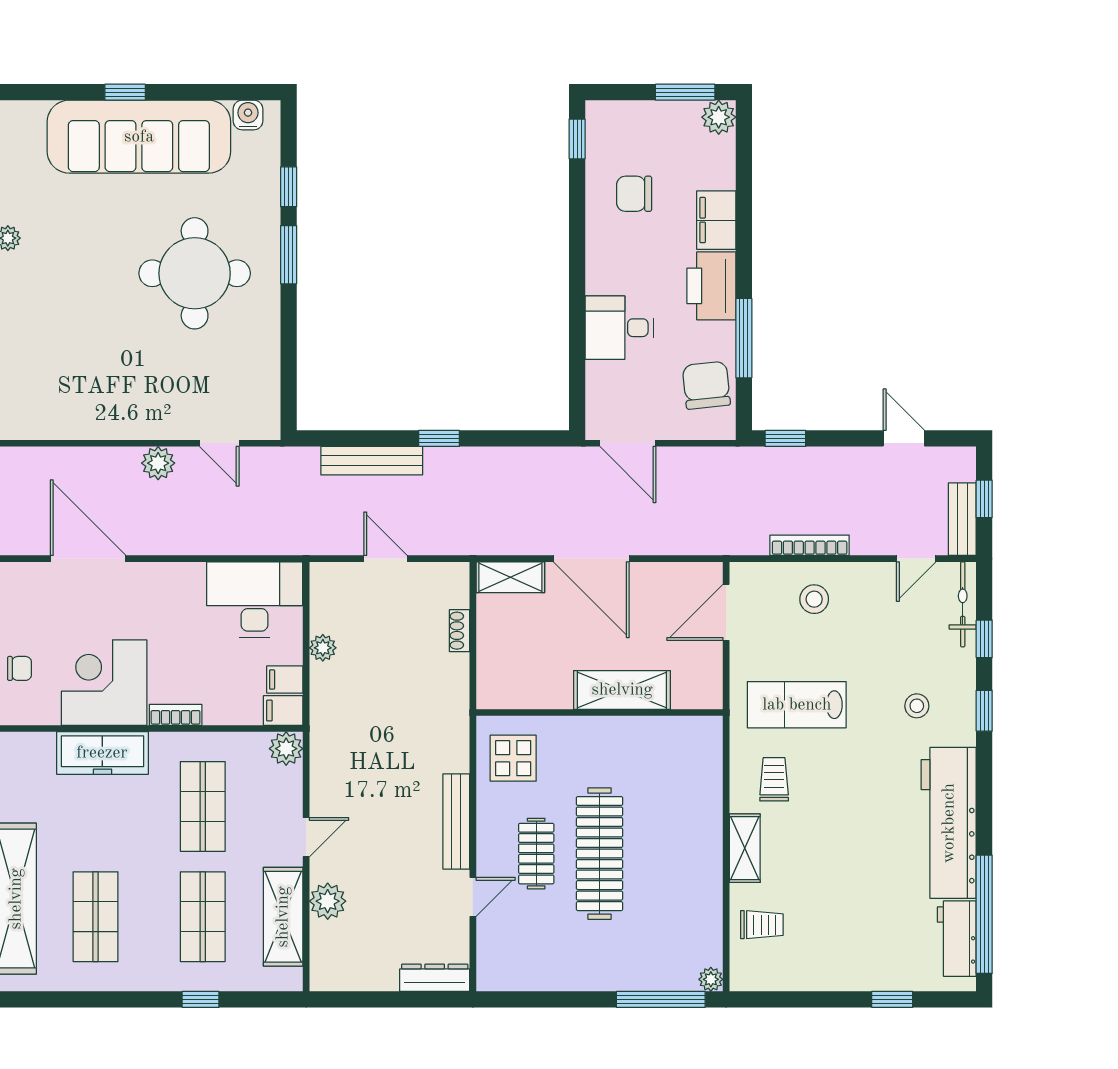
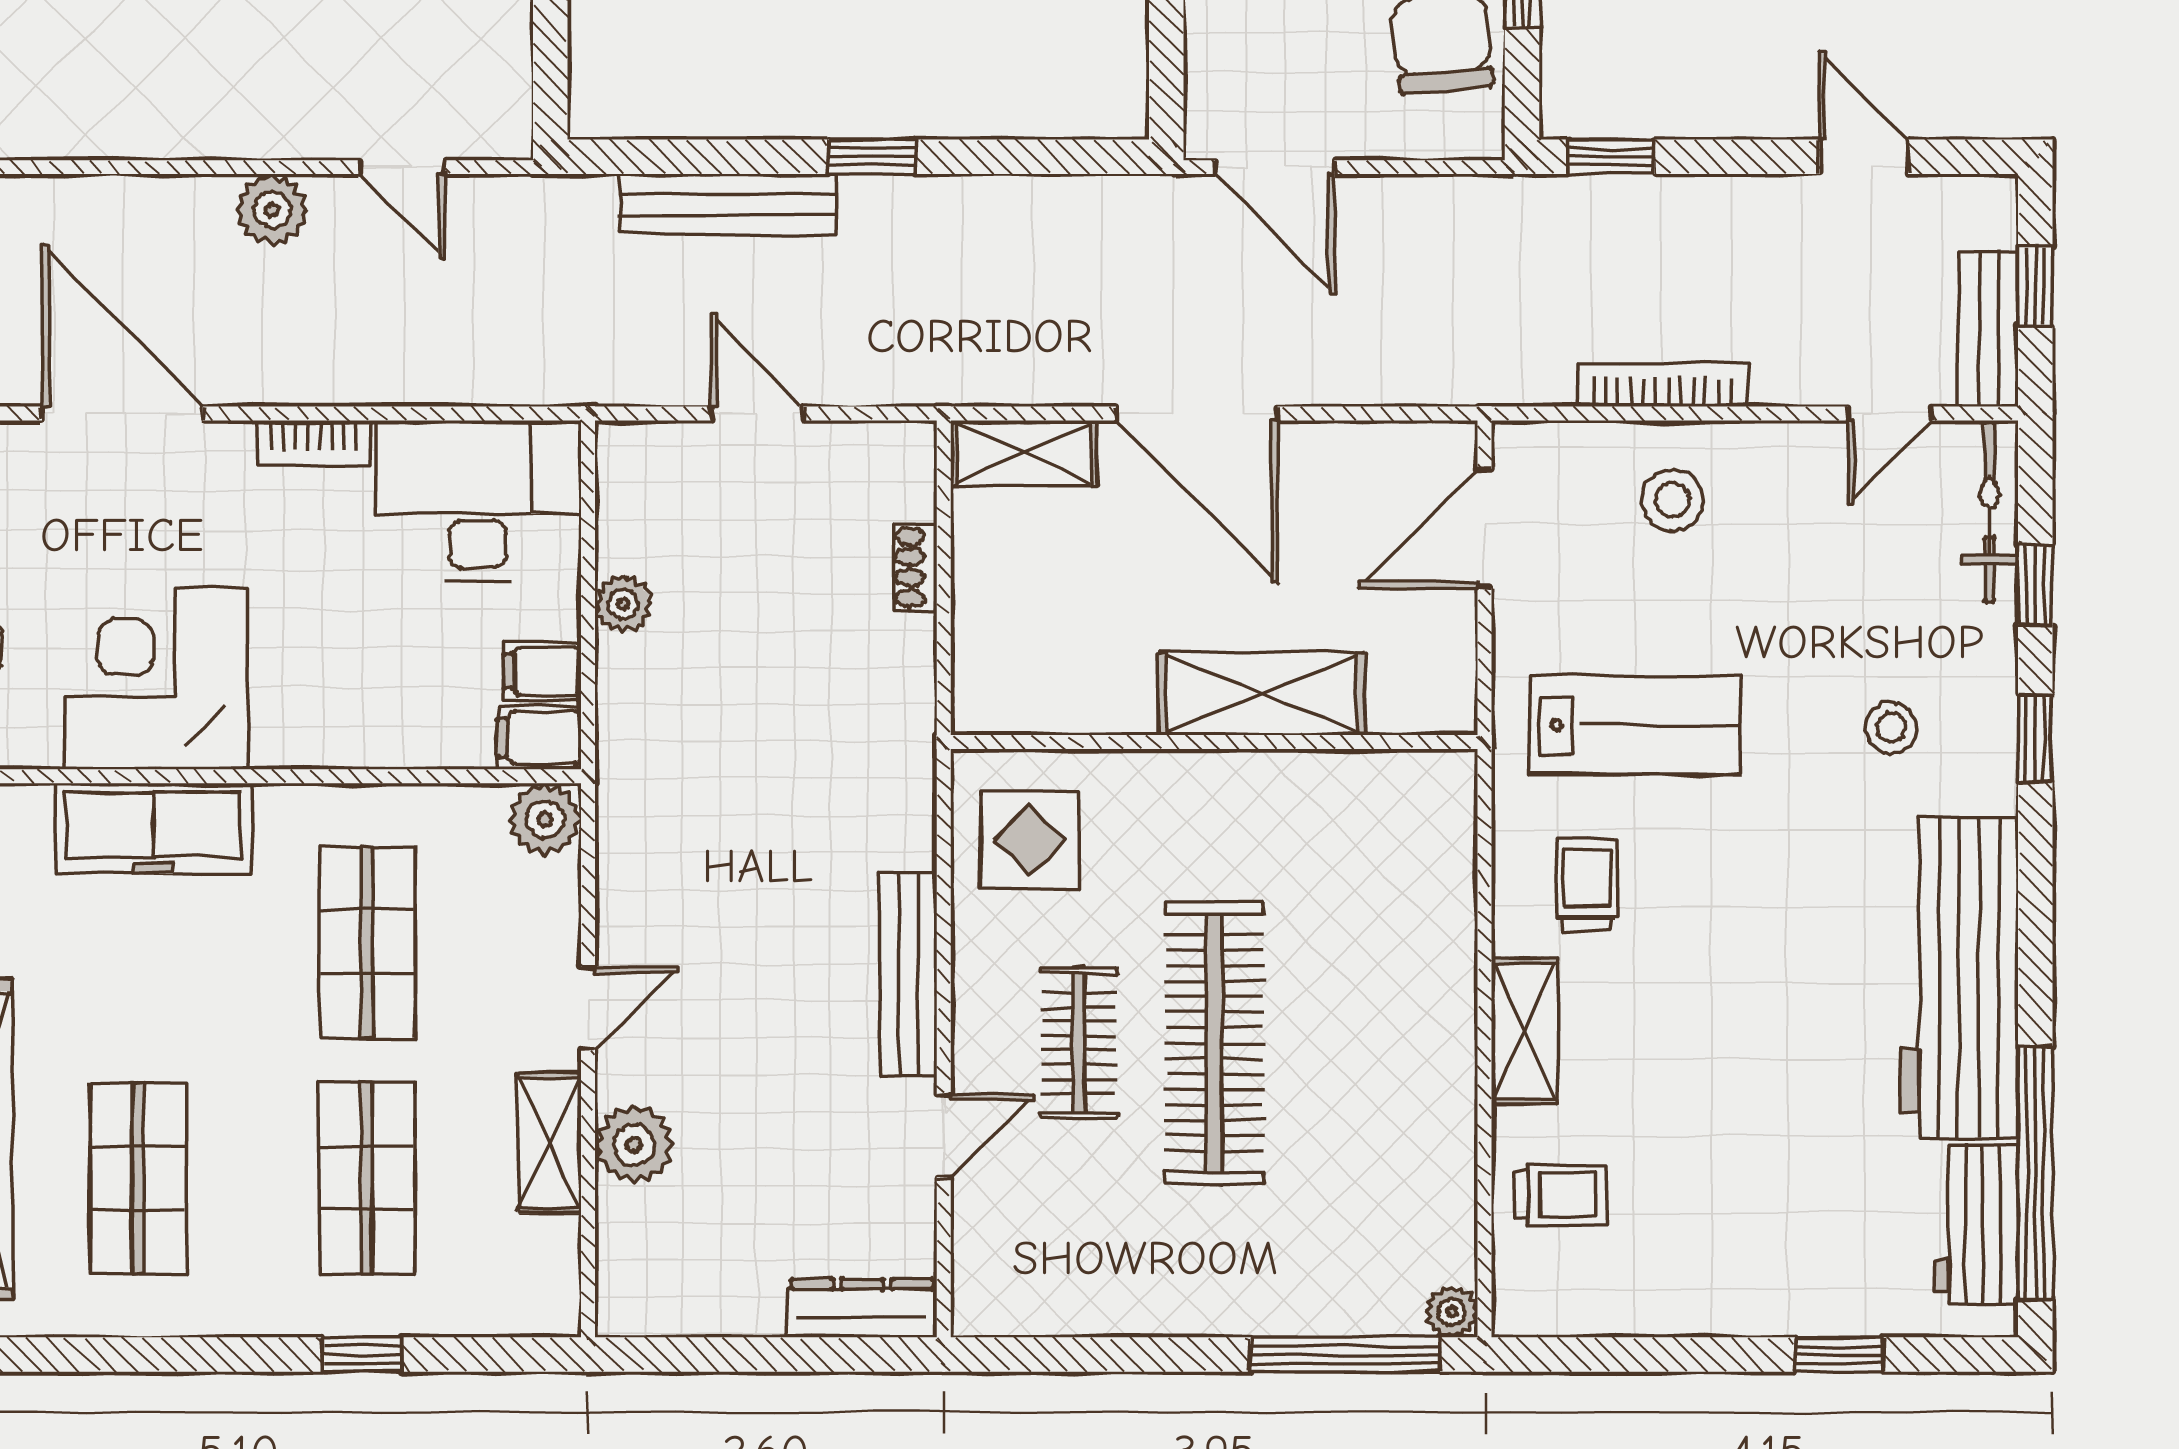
lab bench: (797, 705) -> (1635, 725), turned 180
bookcase: (176, 715) -> (314, 443), moved, turned 180
shelving: (283, 917) -> (549, 1143), width x0.67, depth x0.75

